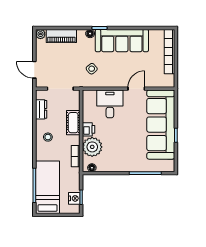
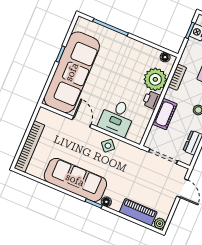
side table: (92, 69) -> (108, 146), moved
door: (136, 89) -> (82, 122), swing flipped

